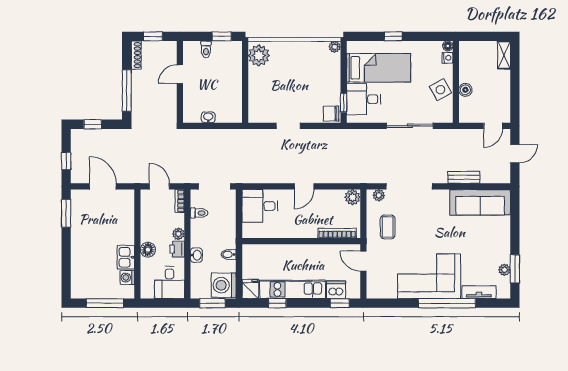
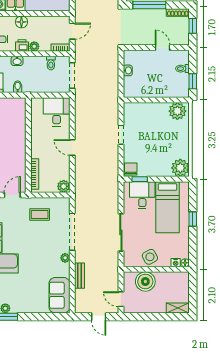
plant: (335, 47) -> (180, 168), width x1.88, depth x1.88
boiler: (465, 90) -> (145, 281), width x1.86, depth x1.86
plant: (379, 195) -> (65, 258), moved
sofa: (480, 202) -> (59, 295), width x0.73

